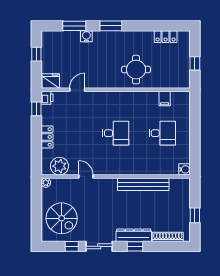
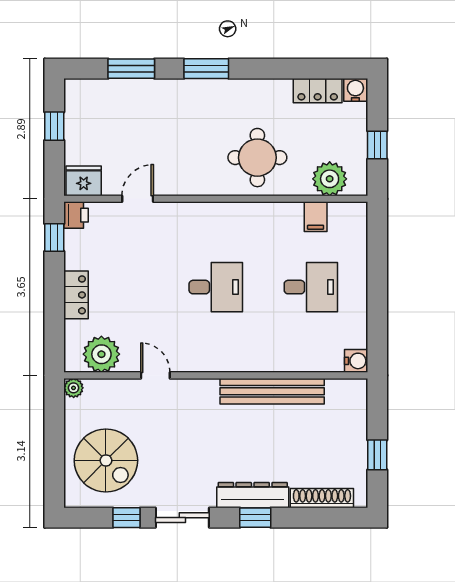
water cooler: (86, 36) -> (355, 90), moved
plant: (171, 80) -> (330, 179), added

